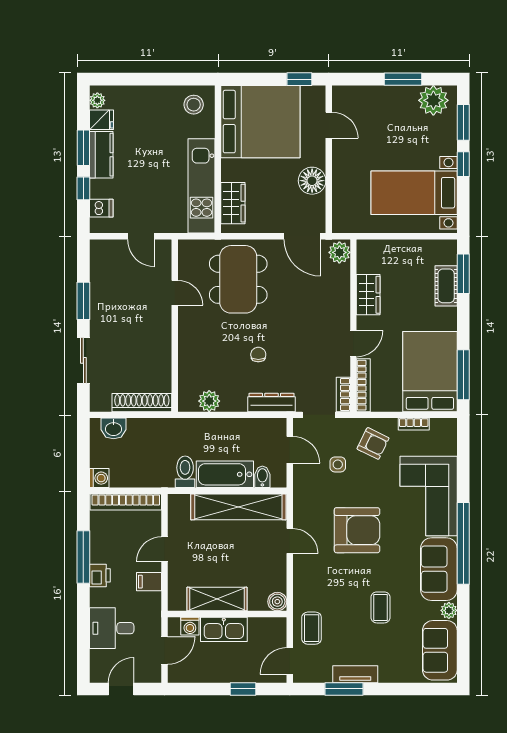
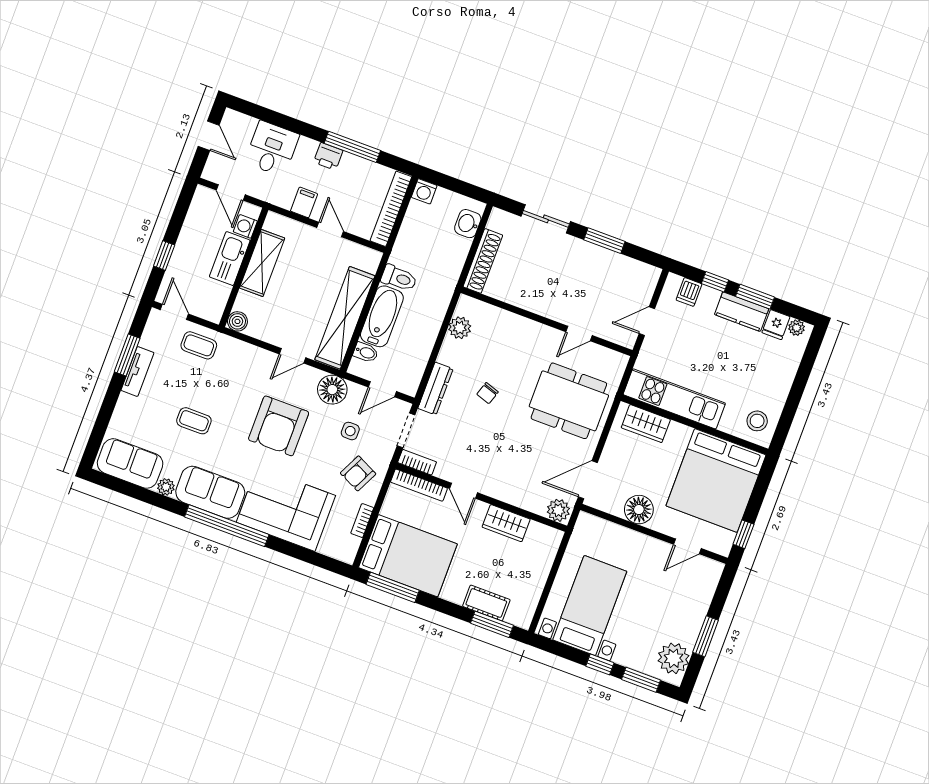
chair: (258, 355) -> (488, 393), turned 108
floor lamp: (307, 494) -> (332, 390), added

